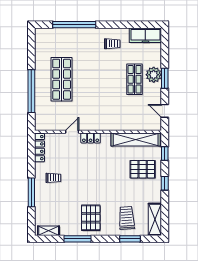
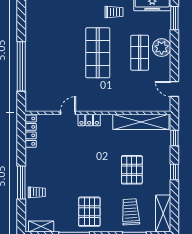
window: (165, 78) -> (174, 18), moved
shop shelf: (62, 79) -> (98, 53), moved
pallet: (143, 169) -> (132, 170), moved, turned 90
trolley: (53, 178) -> (37, 192), moved

